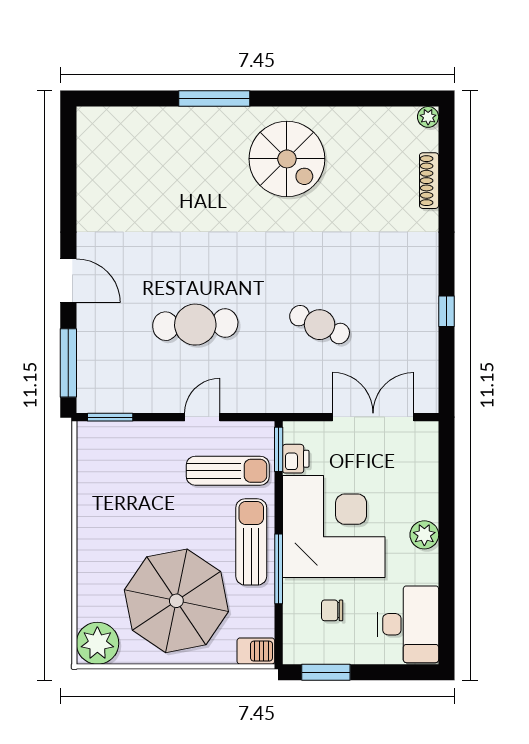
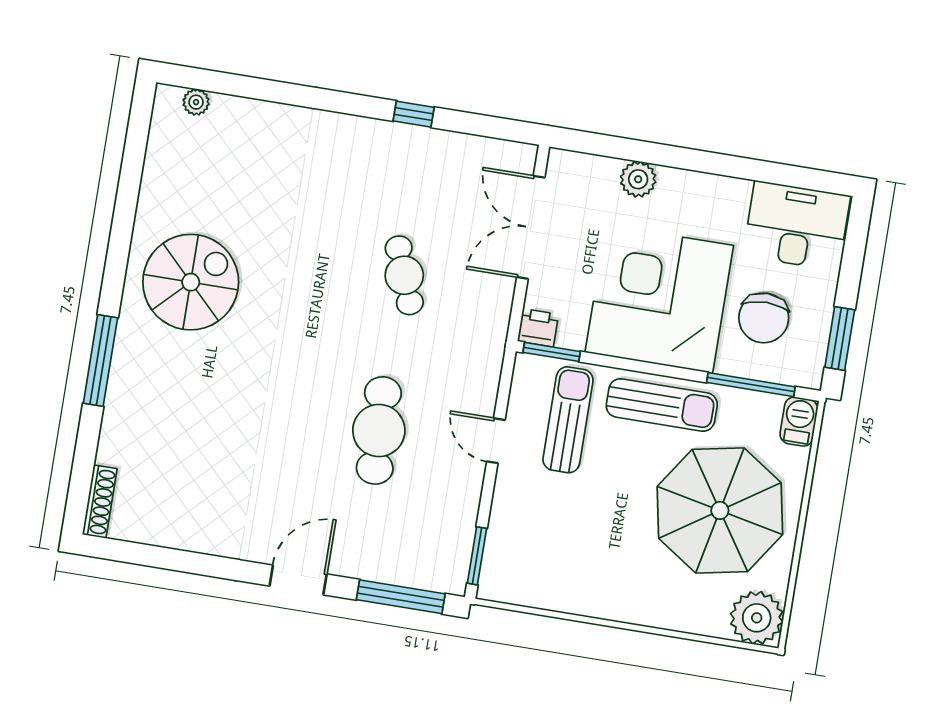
plant: (428, 117) -> (196, 102), moved
shoe rack: (429, 181) -> (100, 502), moved, turned -90
cafe table: (320, 325) -> (404, 275), turned -45
printer: (296, 459) -> (538, 328), moved
plant: (424, 535) -> (638, 179), moved
sun lounger: (251, 542) -> (662, 405), turned 180
window: (279, 569) -> (751, 385), moved
chair: (332, 610) -> (764, 318), width x1.87, depth x1.87

